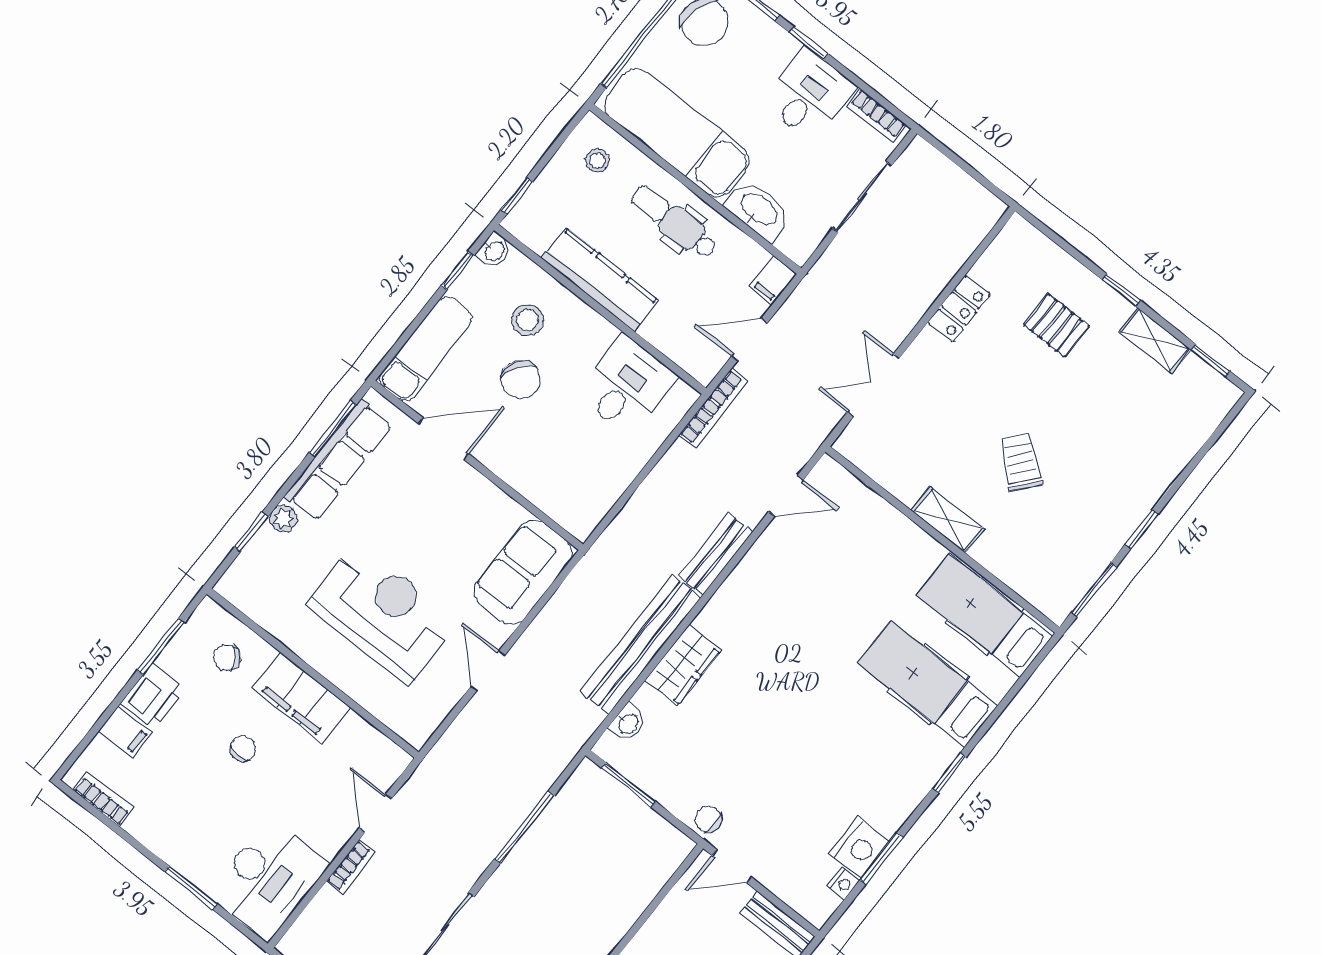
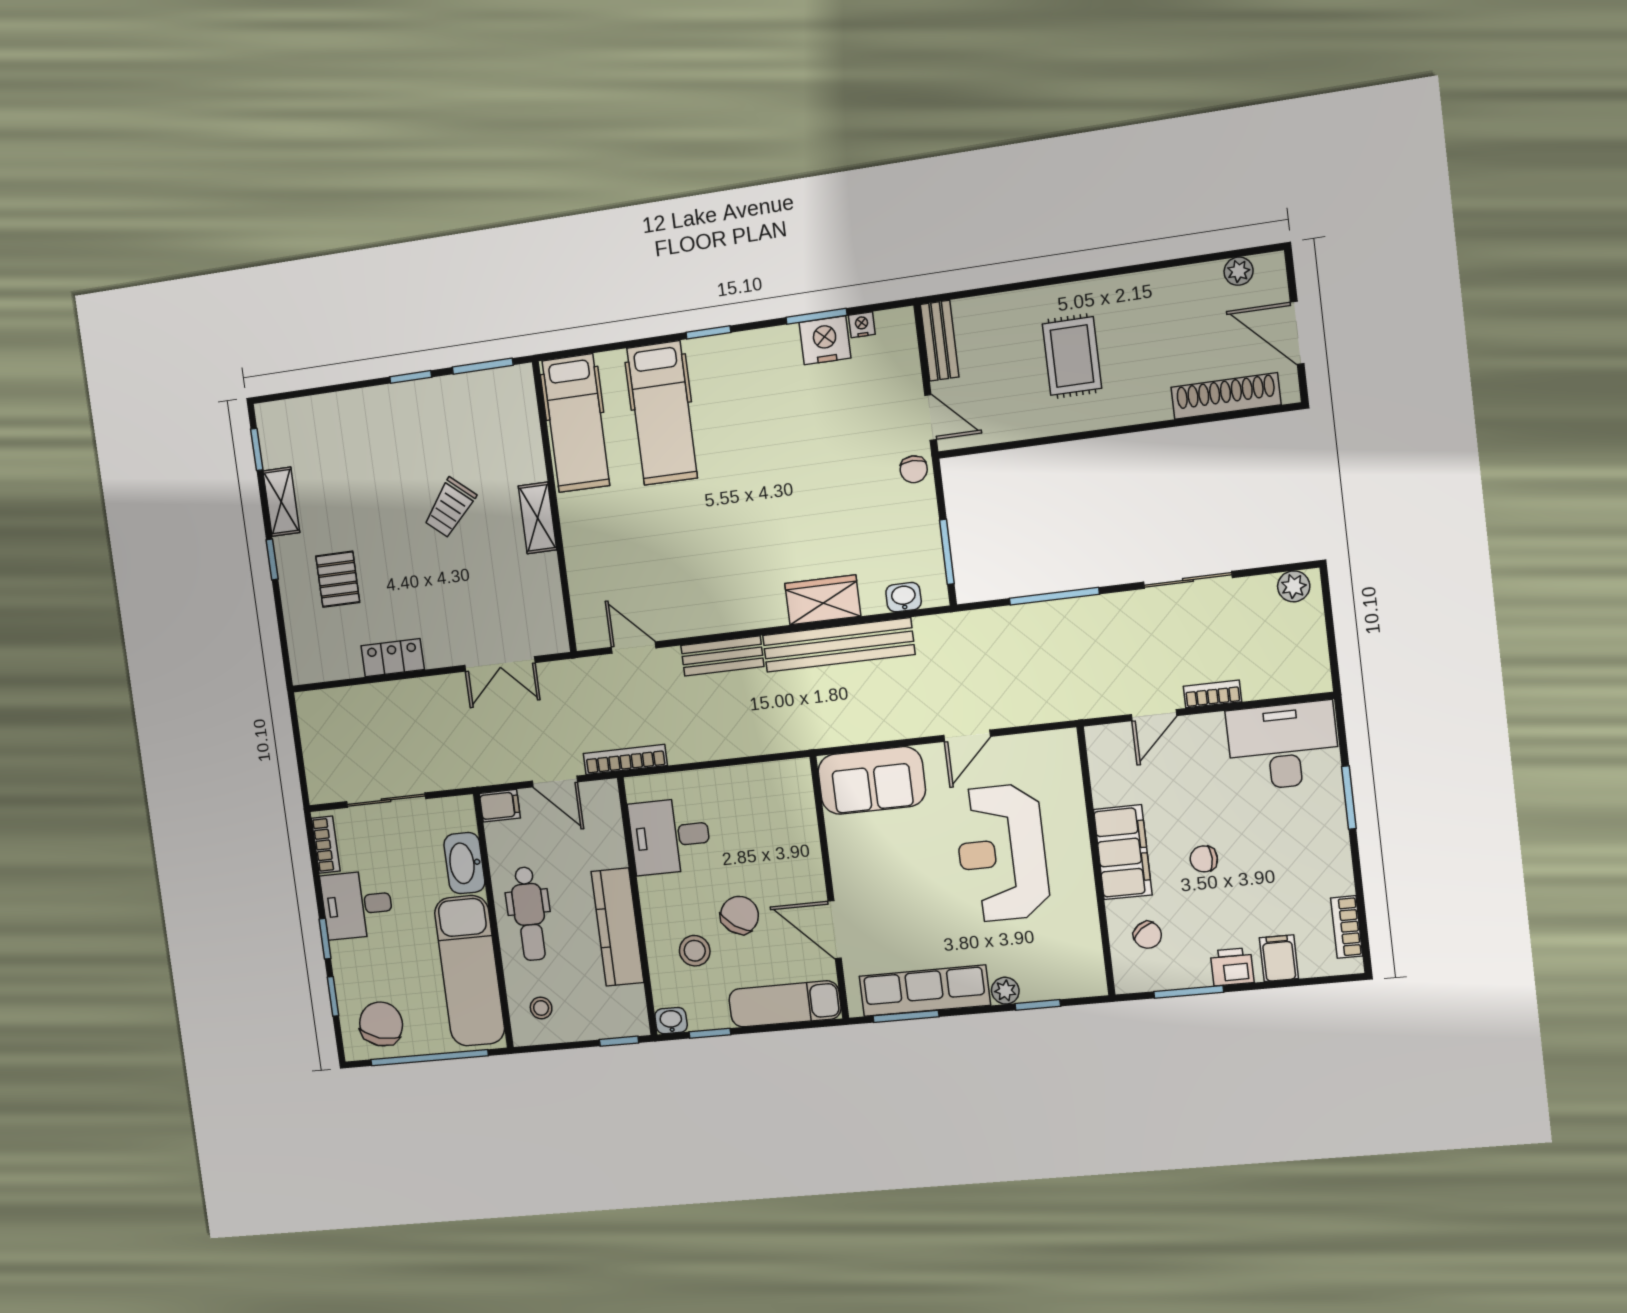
printer: (153, 697) -> (1232, 967), width x0.73, depth x0.81

